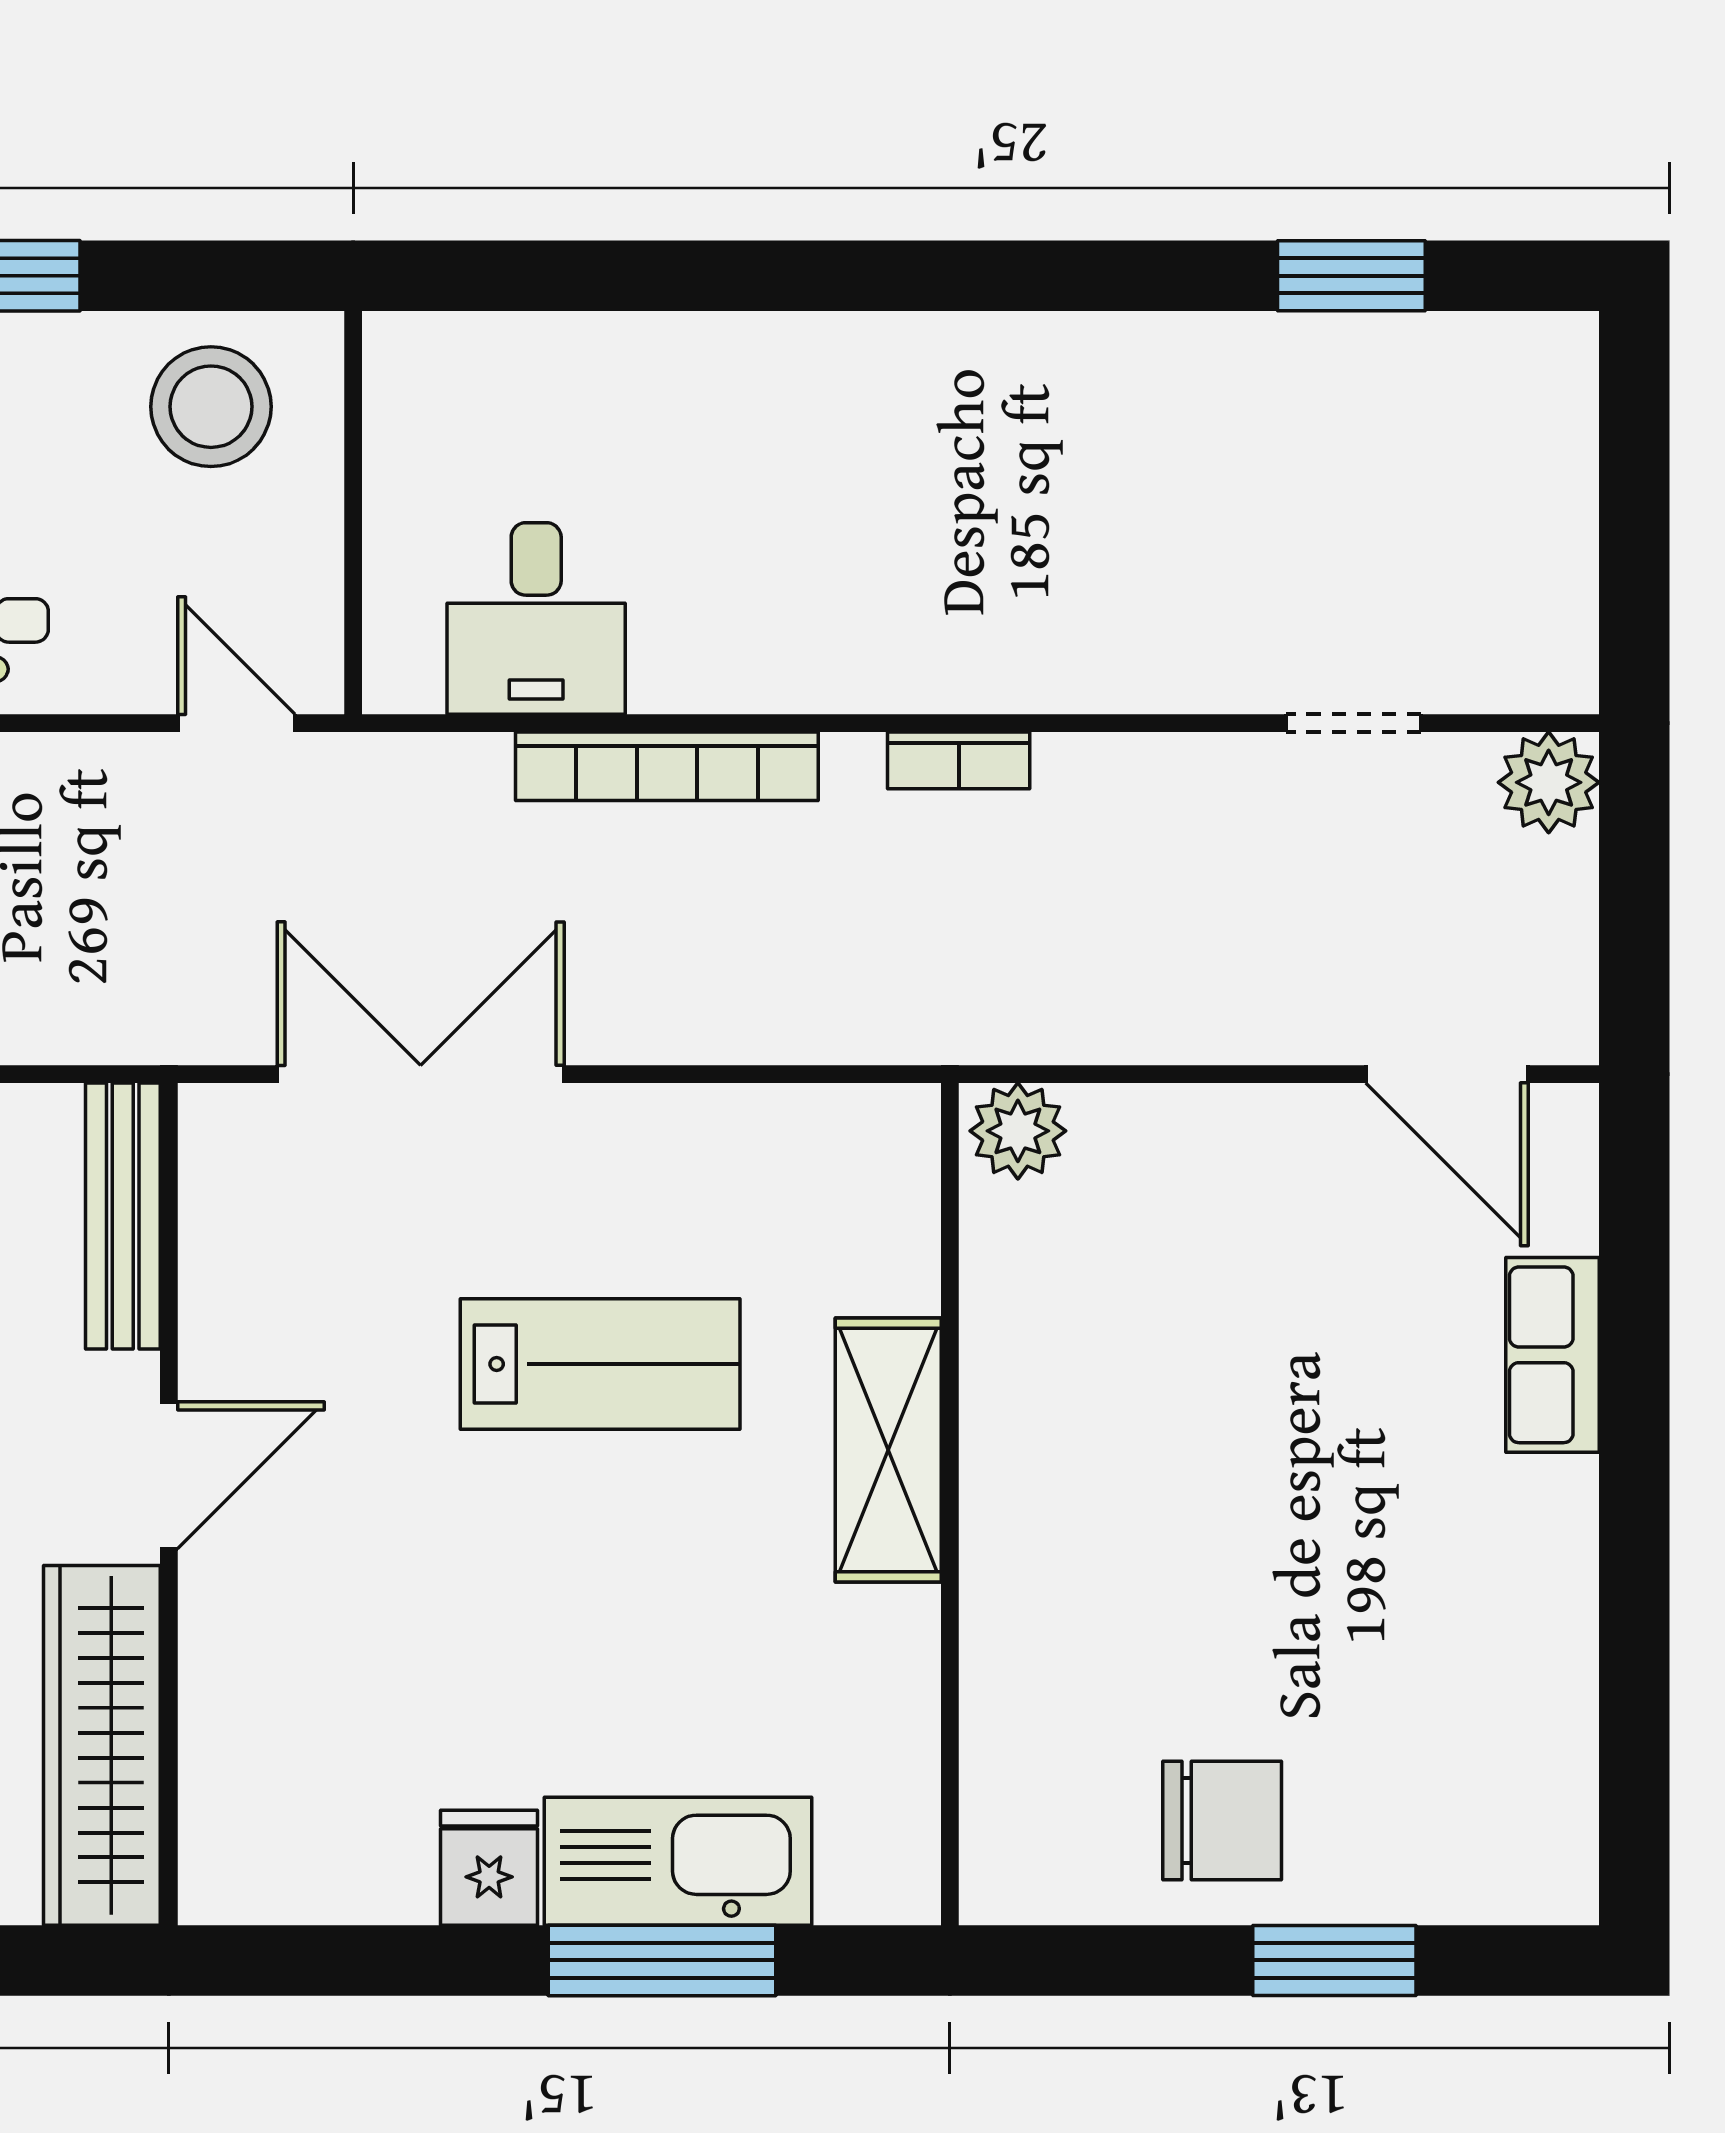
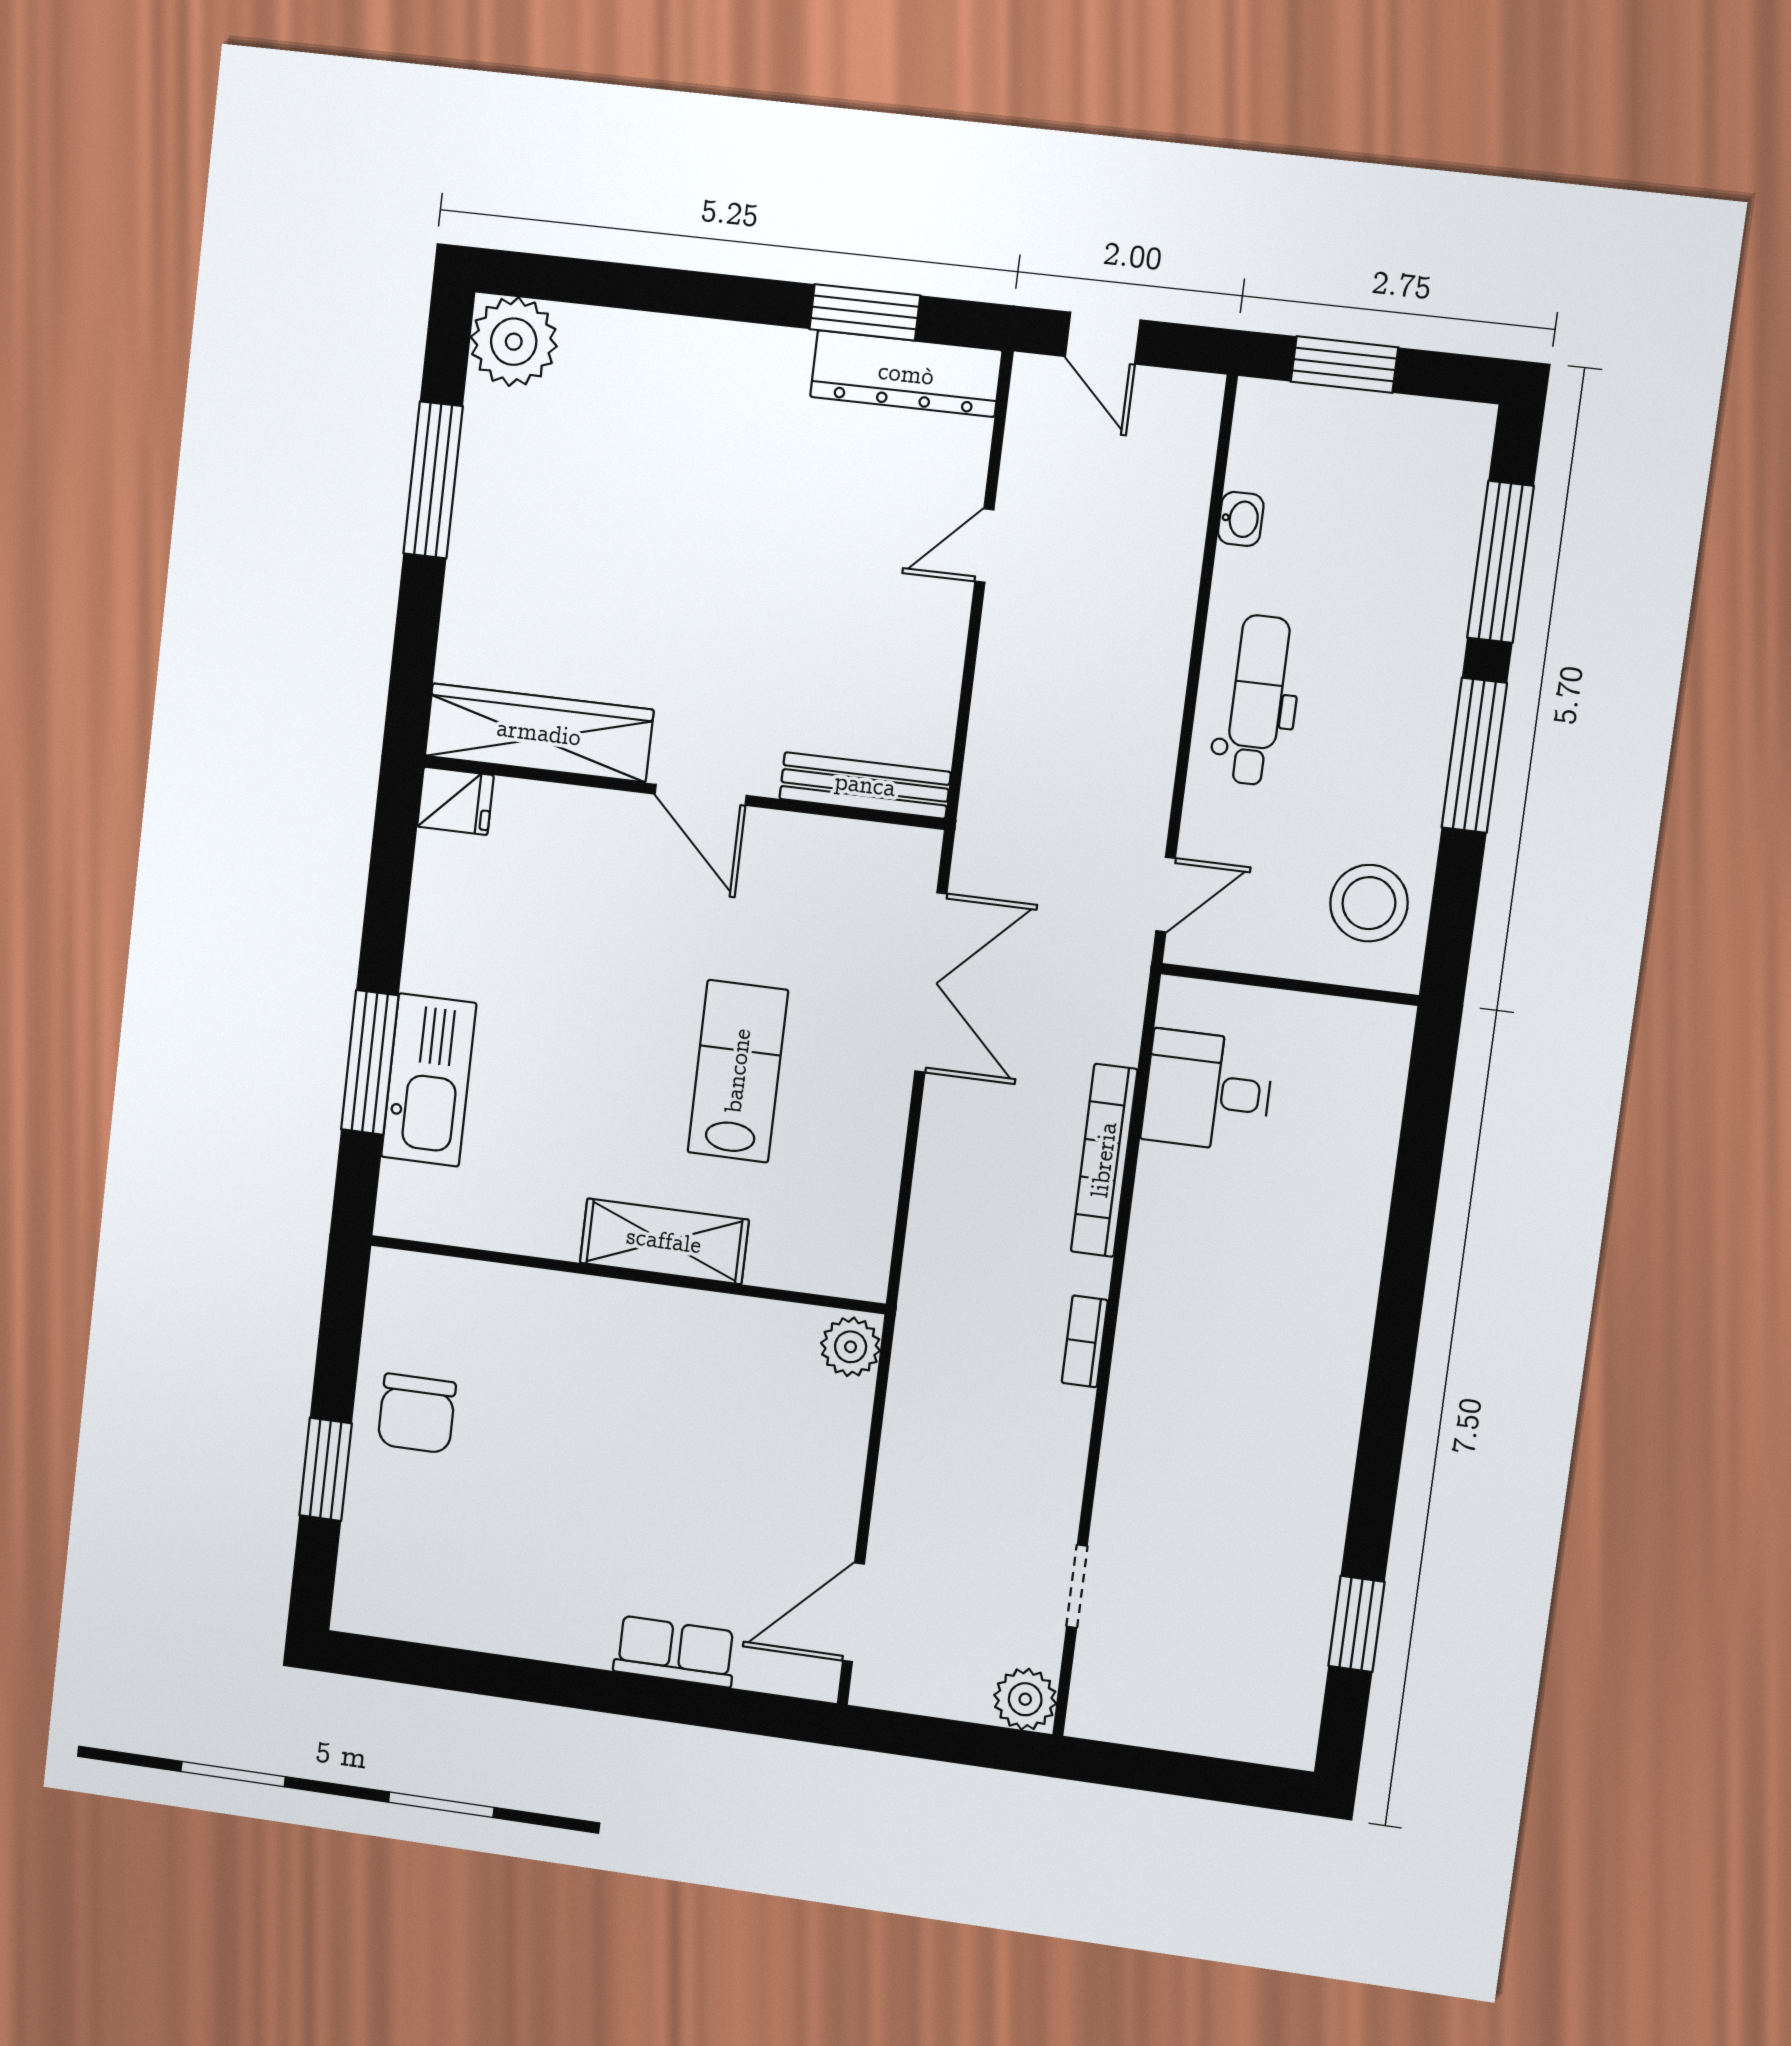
lab bench: (600, 1364) -> (738, 1071), turned 180
fridge: (489, 1868) -> (455, 801), moved

